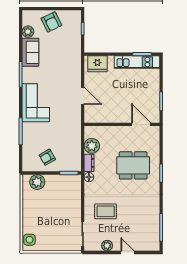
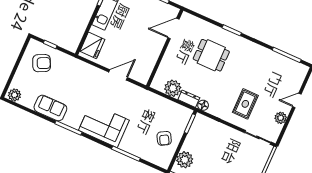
armchair: (51, 22) -> (42, 63), moved
plant: (28, 32) -> (15, 95), moved
dining table: (133, 165) -> (211, 55), width x0.73

